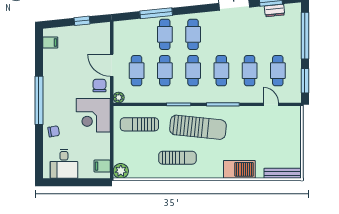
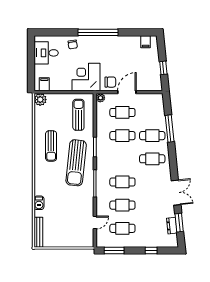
window: (305, 36) -> (151, 251), width x0.32
cafe table: (193, 71) -> (122, 159), removed
barbecue: (239, 169) -> (39, 203), width x0.53, depth x0.65

